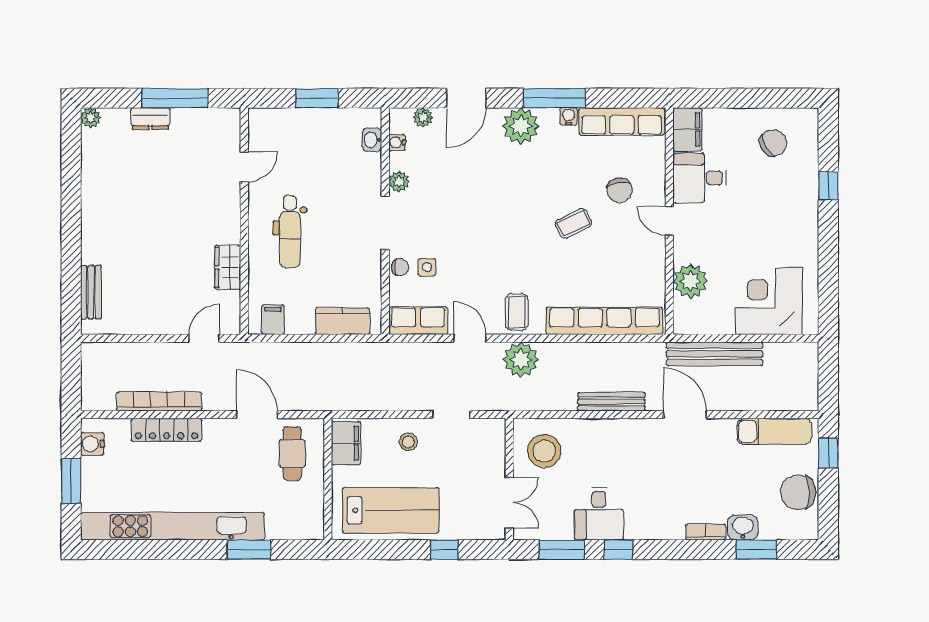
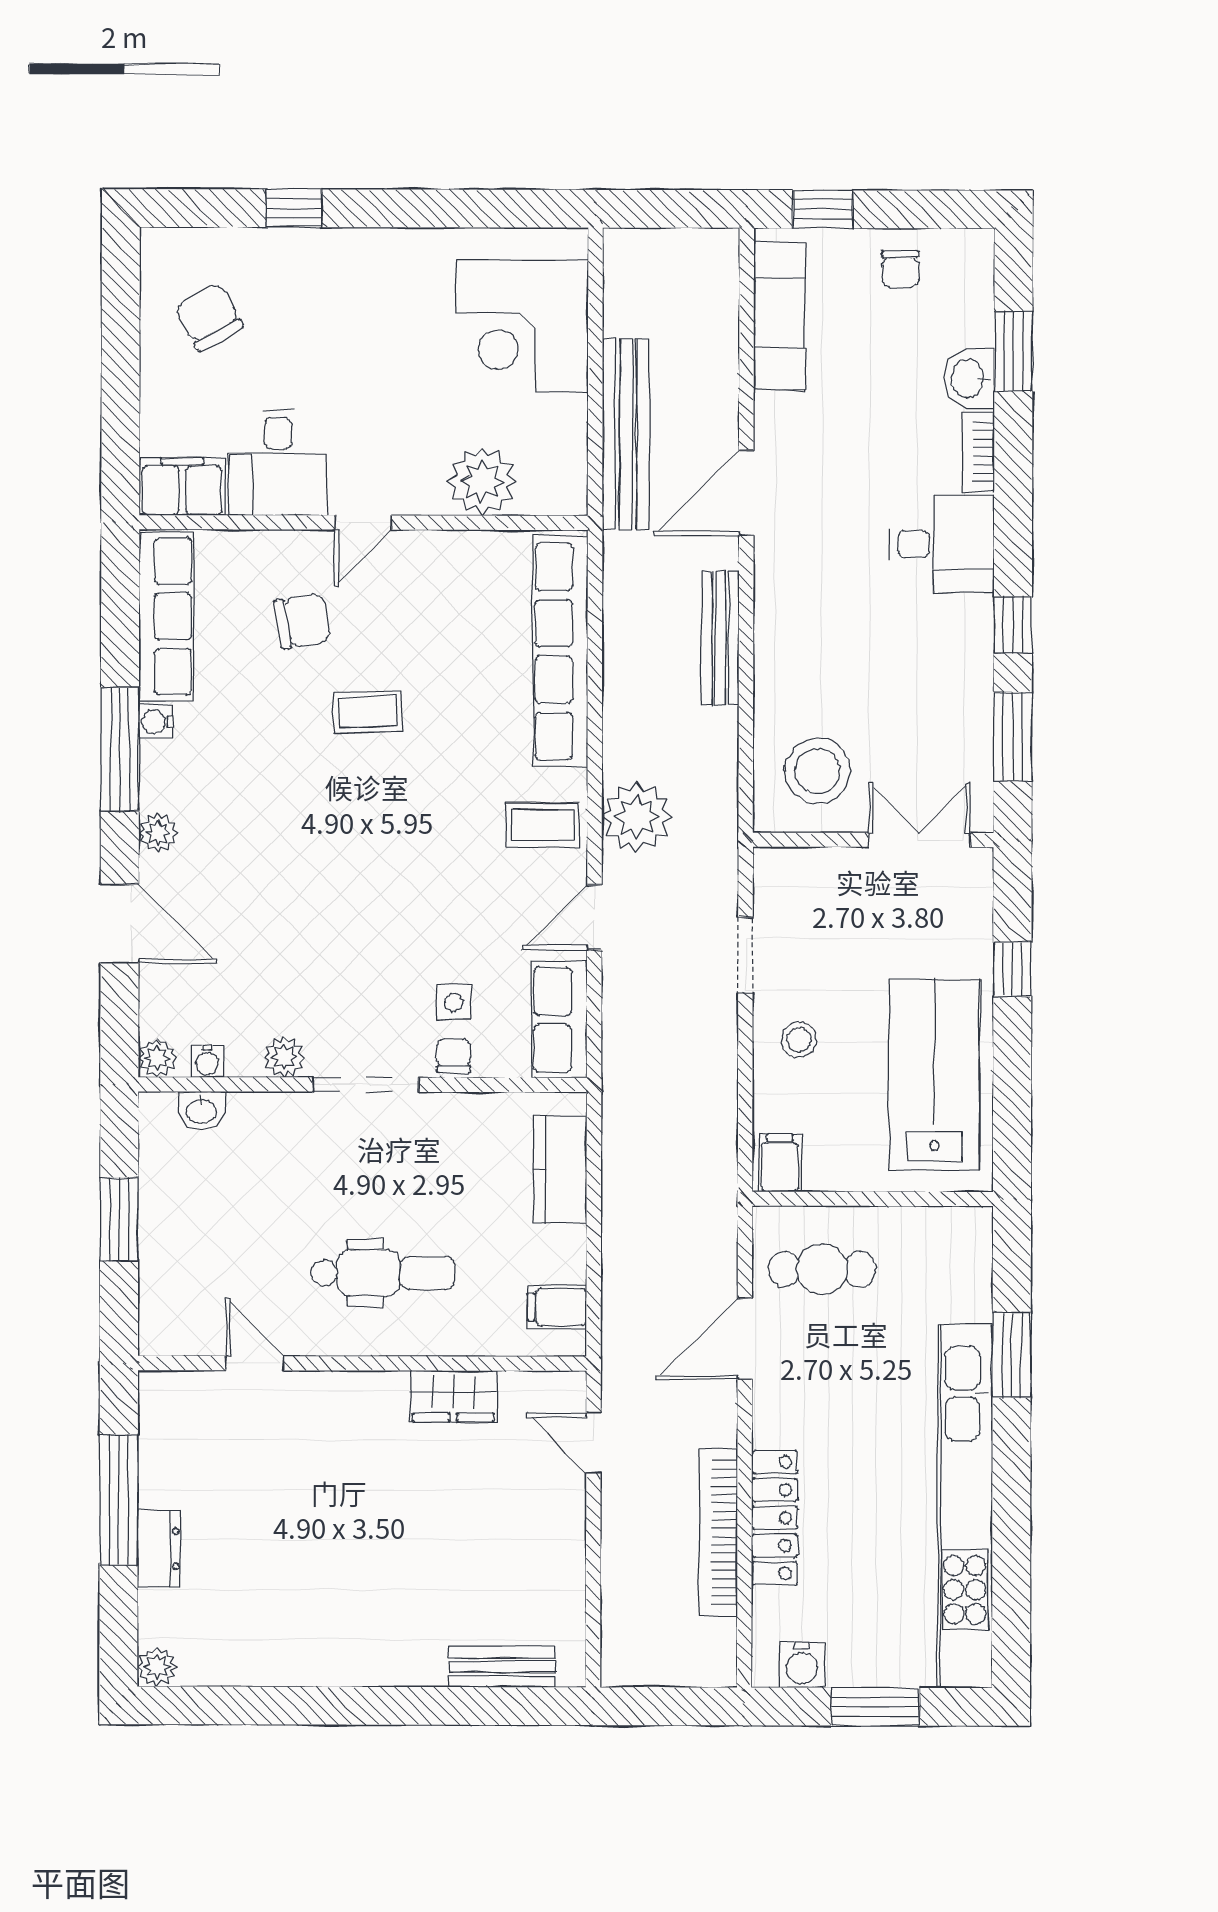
plant: (423, 117) -> (157, 1058), moved
plant: (521, 126) -> (158, 833), width x0.53, depth x0.53
coffee table: (574, 223) -> (368, 712), turned -66
filing cabinet: (346, 443) -> (780, 1163), width x0.50
chair: (798, 492) -> (900, 269), width x0.54, depth x0.54
desk: (599, 514) -> (942, 544), moved

